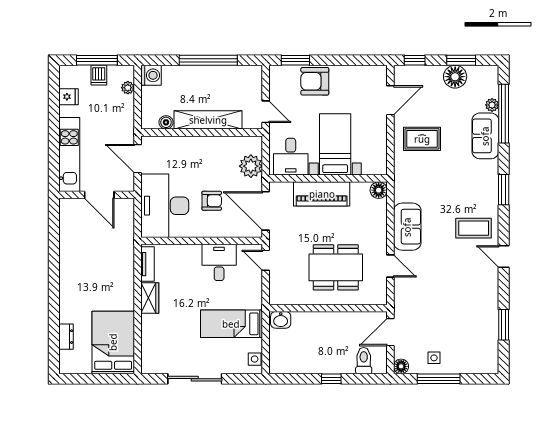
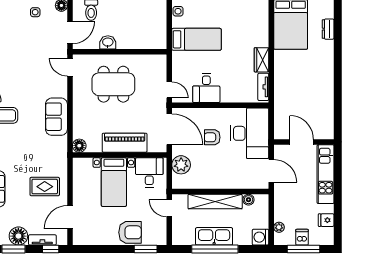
tv unit: (425, 72) -> (42, 240), added
kitchen sink: (209, 76) -> (214, 236), added
door: (390, 266) -> (70, 67), moved
washbasin: (281, 320) -> (108, 42), moved

